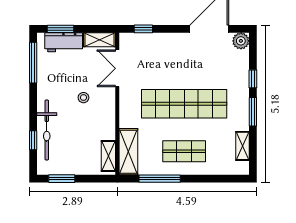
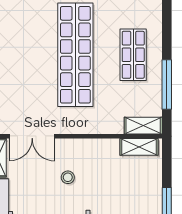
shelving: (128, 152) -> (143, 126), width x0.67, depth x0.75

